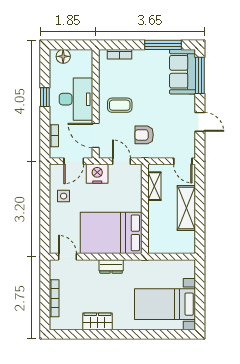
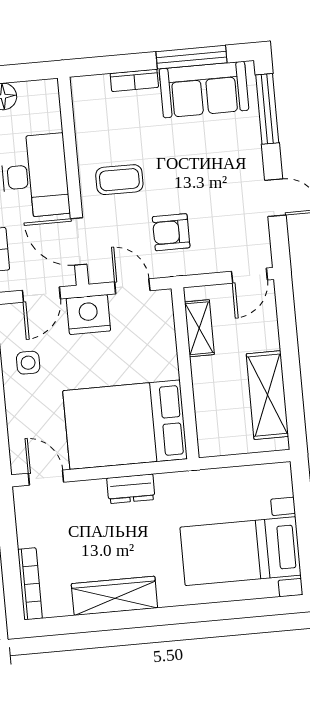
bookcase: (120, 54) -> (134, 80), moved
sofa: (183, 72) -> (204, 90), moved, turned -90
door: (183, 161) -> (249, 276), hinge flipped
shelving: (186, 208) -> (267, 395), moved
bookcase: (54, 298) -> (30, 584), moved
wardrobe: (97, 321) -> (114, 596), width x1.50

